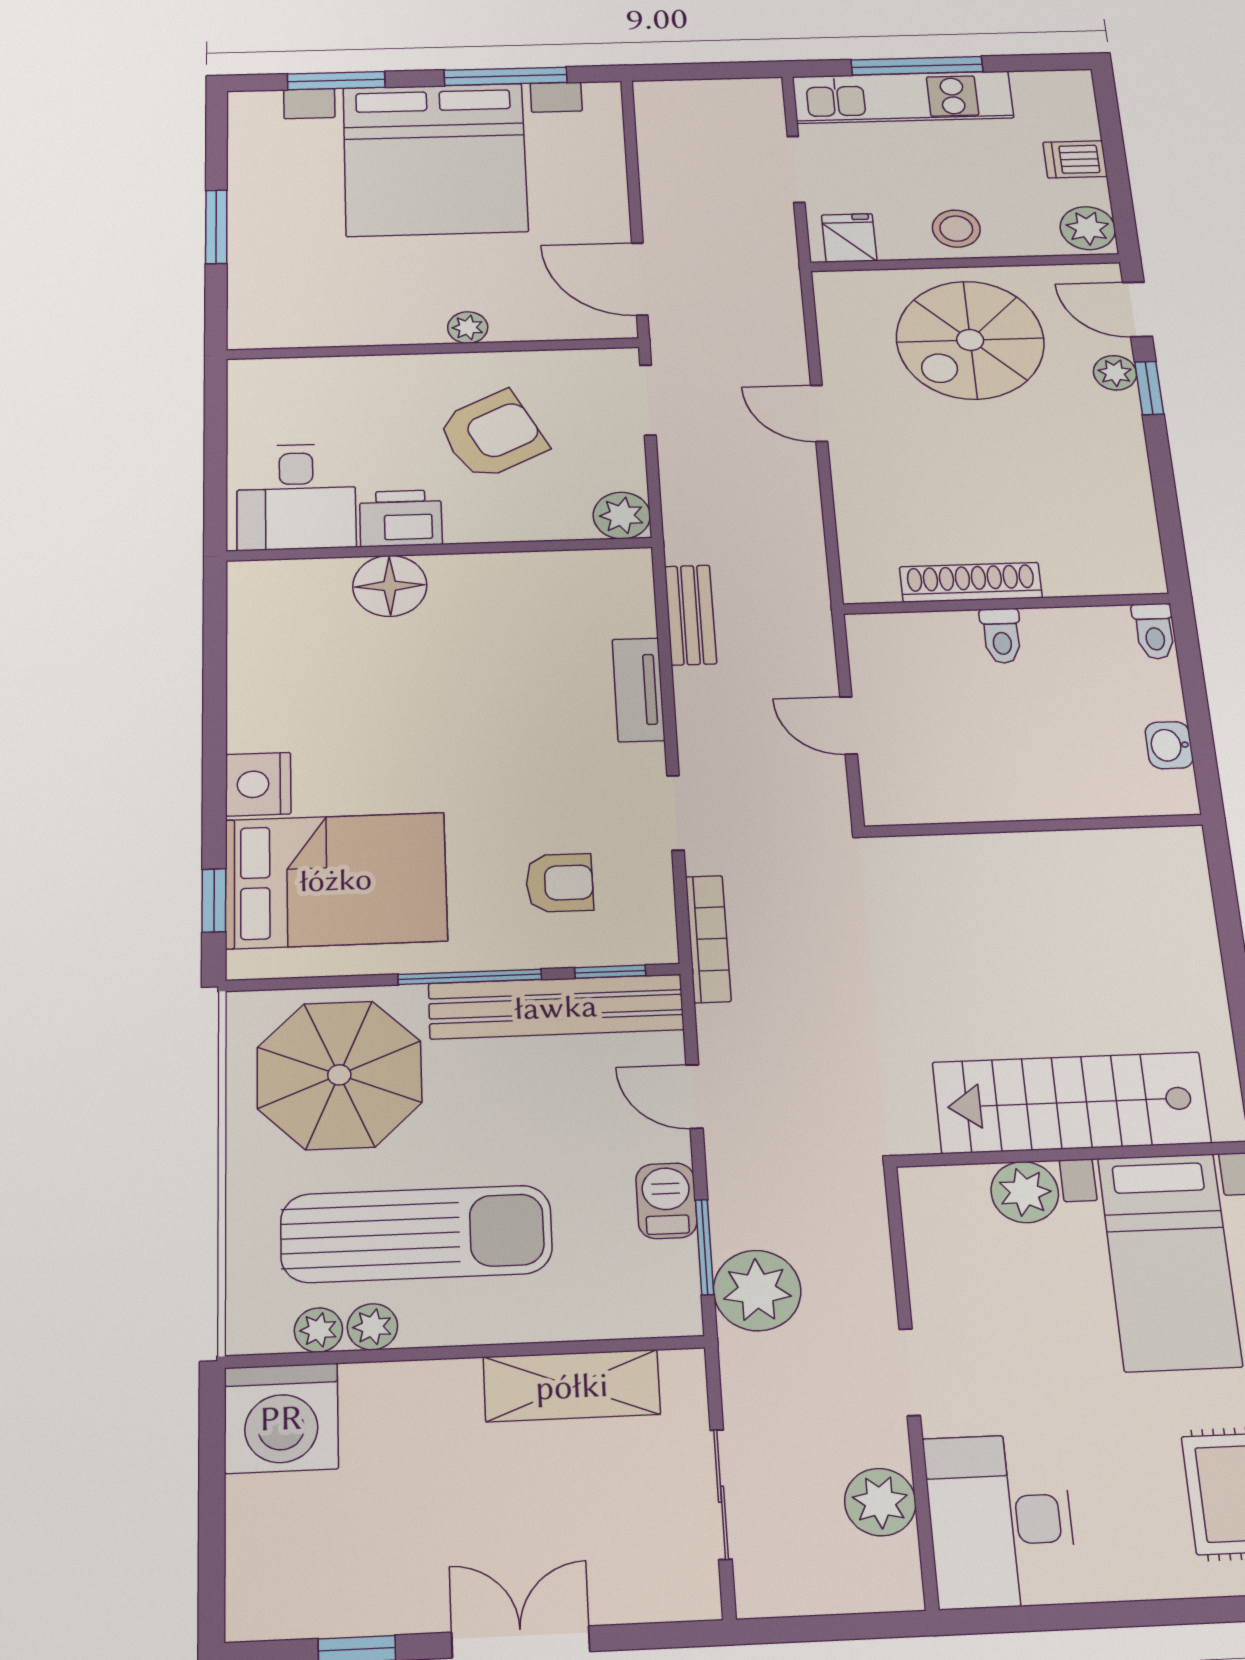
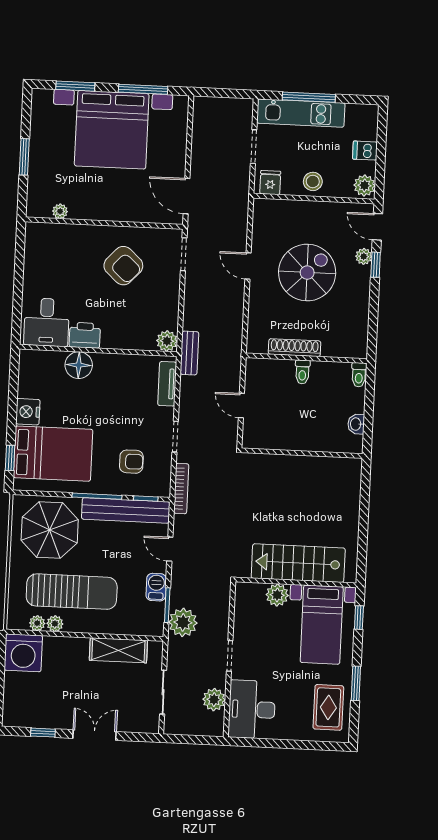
plant: (468, 328) -> (60, 211), moved
spiral stairs: (970, 340) -> (307, 273), moved, turned 180
armchair: (492, 435) -> (123, 266), turned 69
desk: (296, 497) -> (47, 322), moved
plant: (622, 516) -> (167, 341), moved
printer: (401, 518) -> (85, 335), moved
wall: (440, 549) -> (98, 350), moved
floor lamp: (390, 586) -> (79, 365), moved

